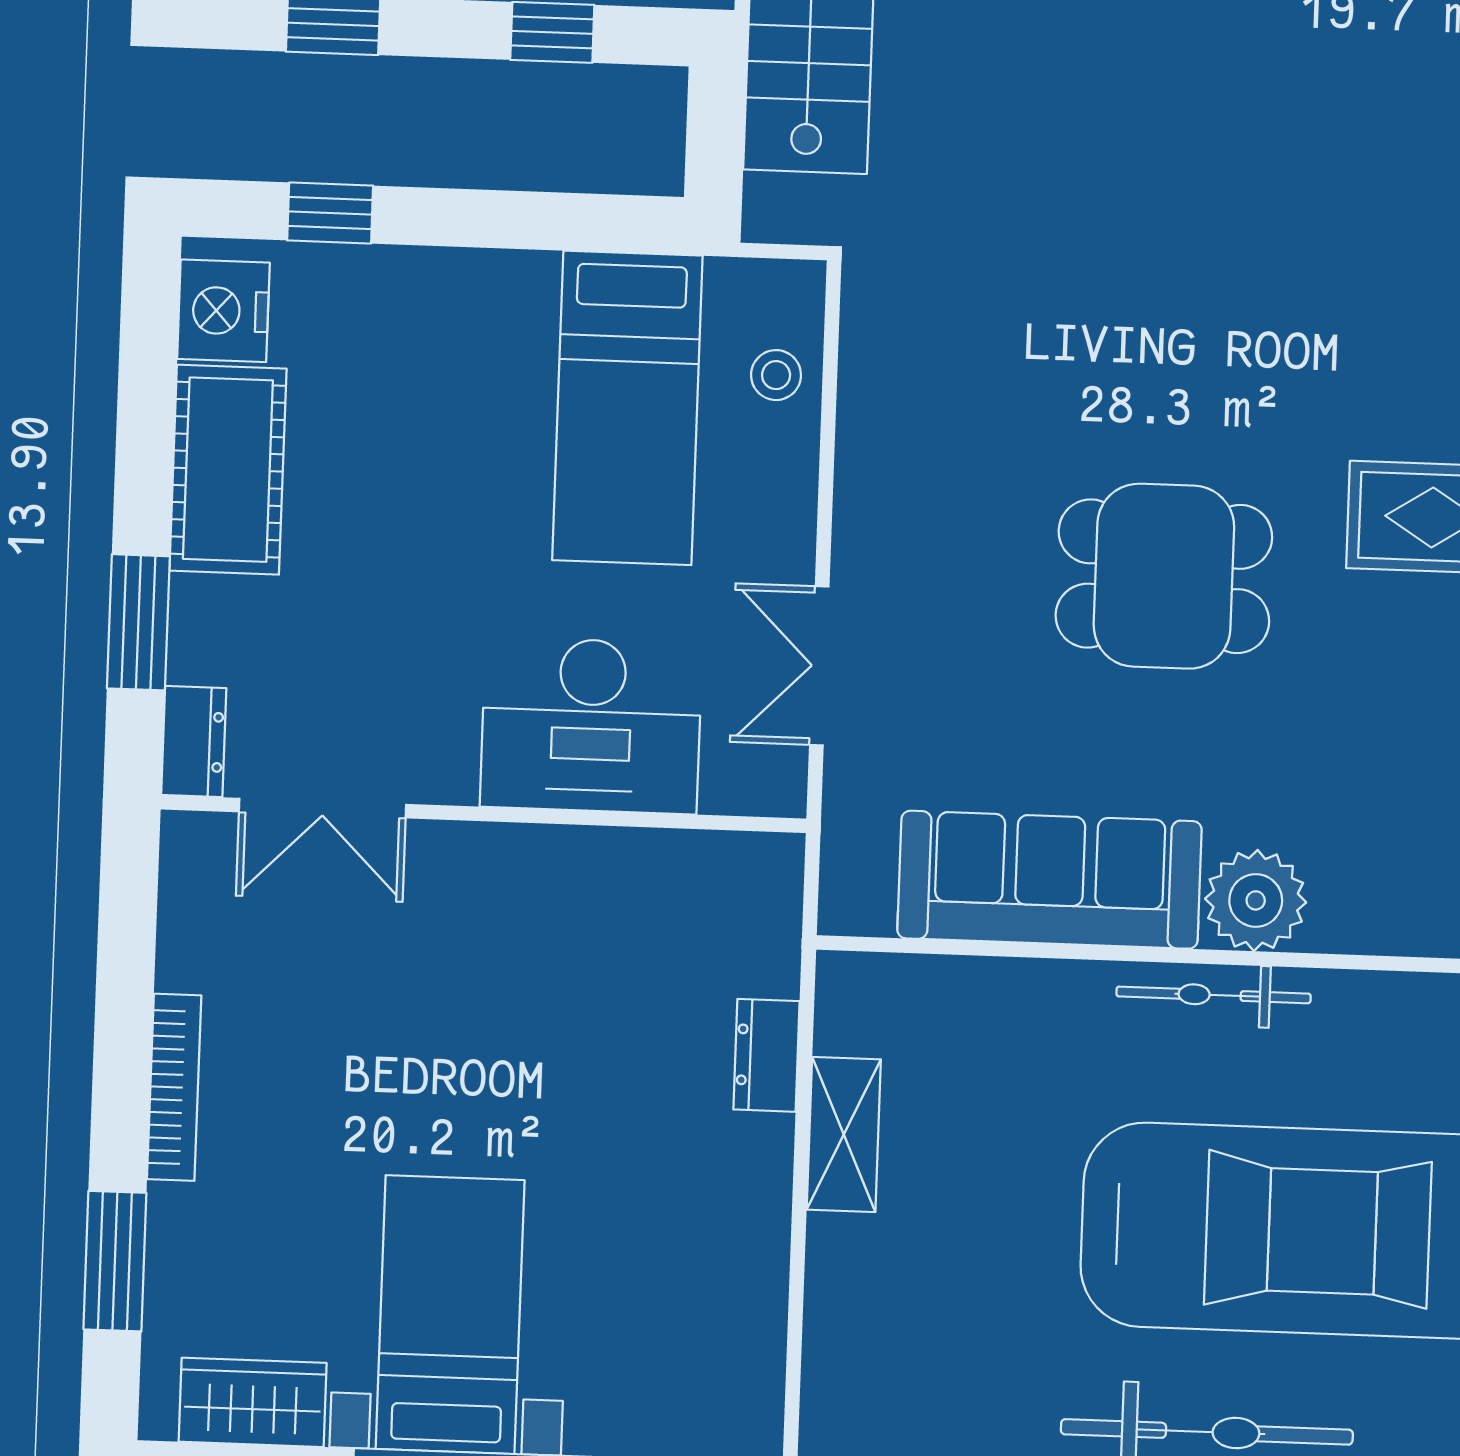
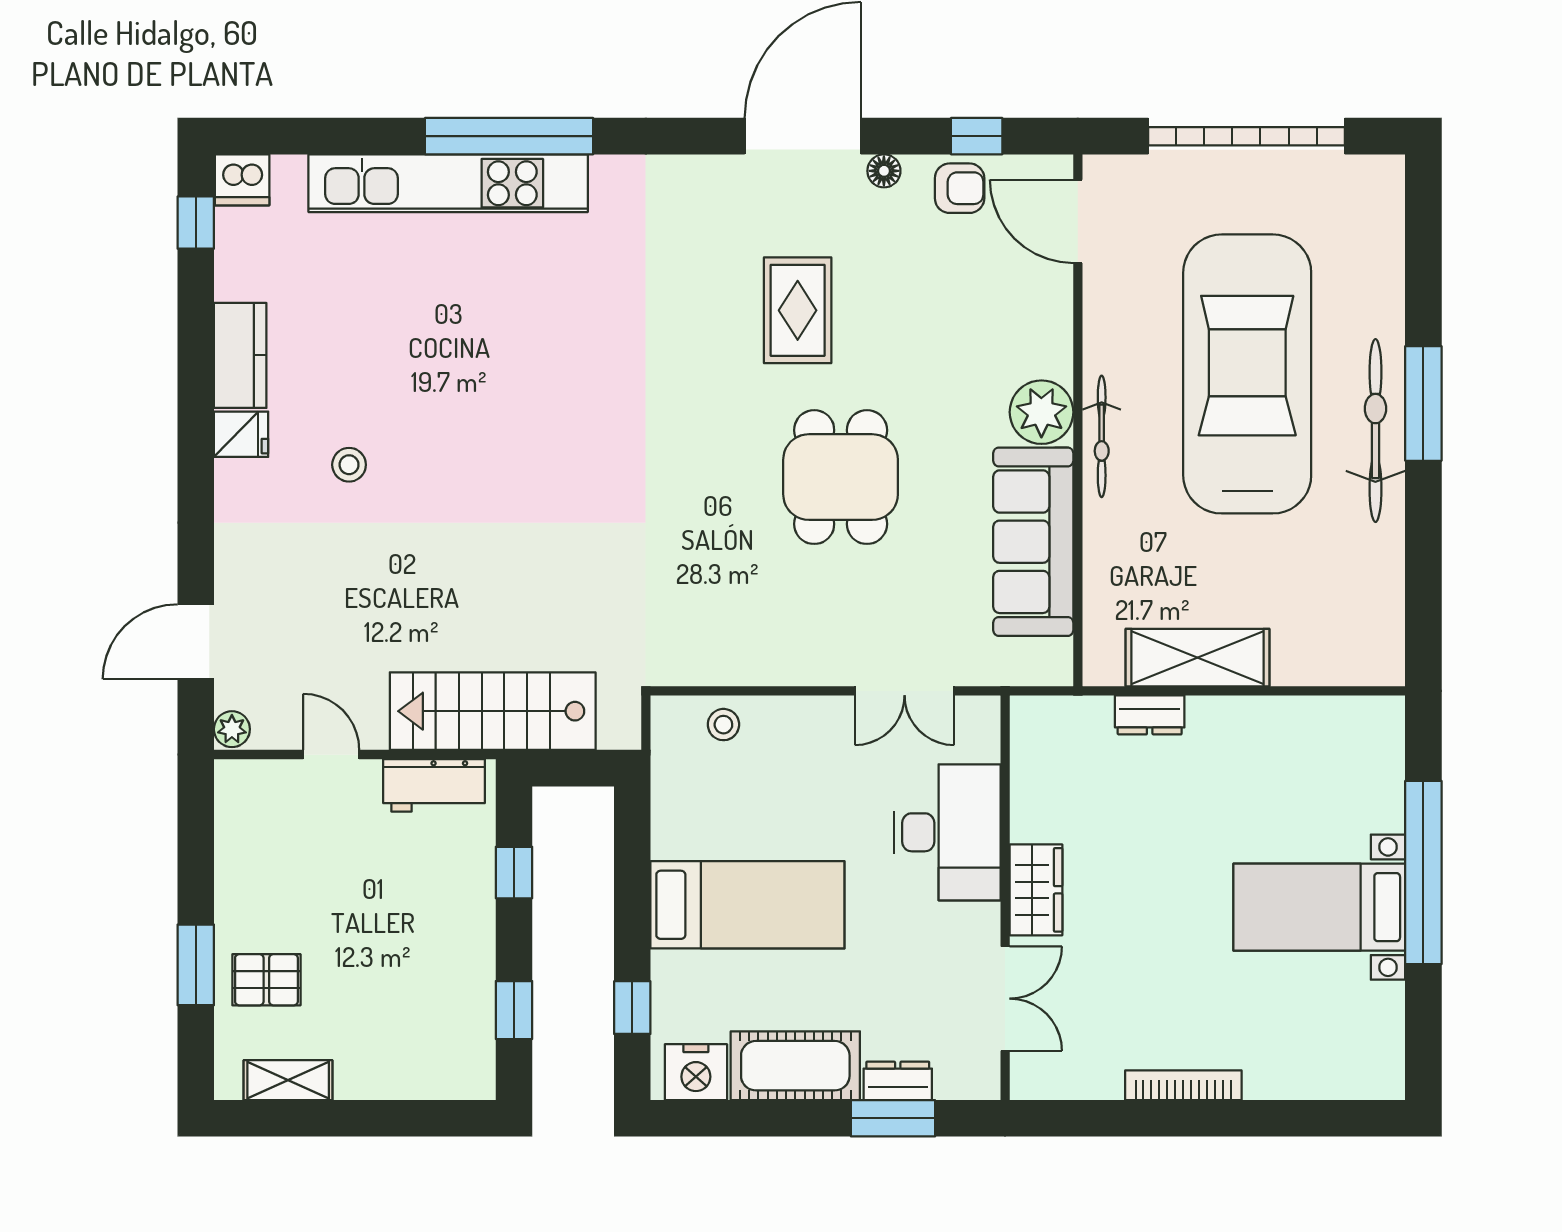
bed: (627, 408) -> (747, 905), moved
dresser: (194, 742) -> (898, 1081), moved
shelving: (844, 1134) -> (1198, 658), width x1.50, depth x1.33
window: (115, 1261) -> (1294, 1118), removed
wardrobe: (253, 1402) -> (1036, 890), moved, turned 180

